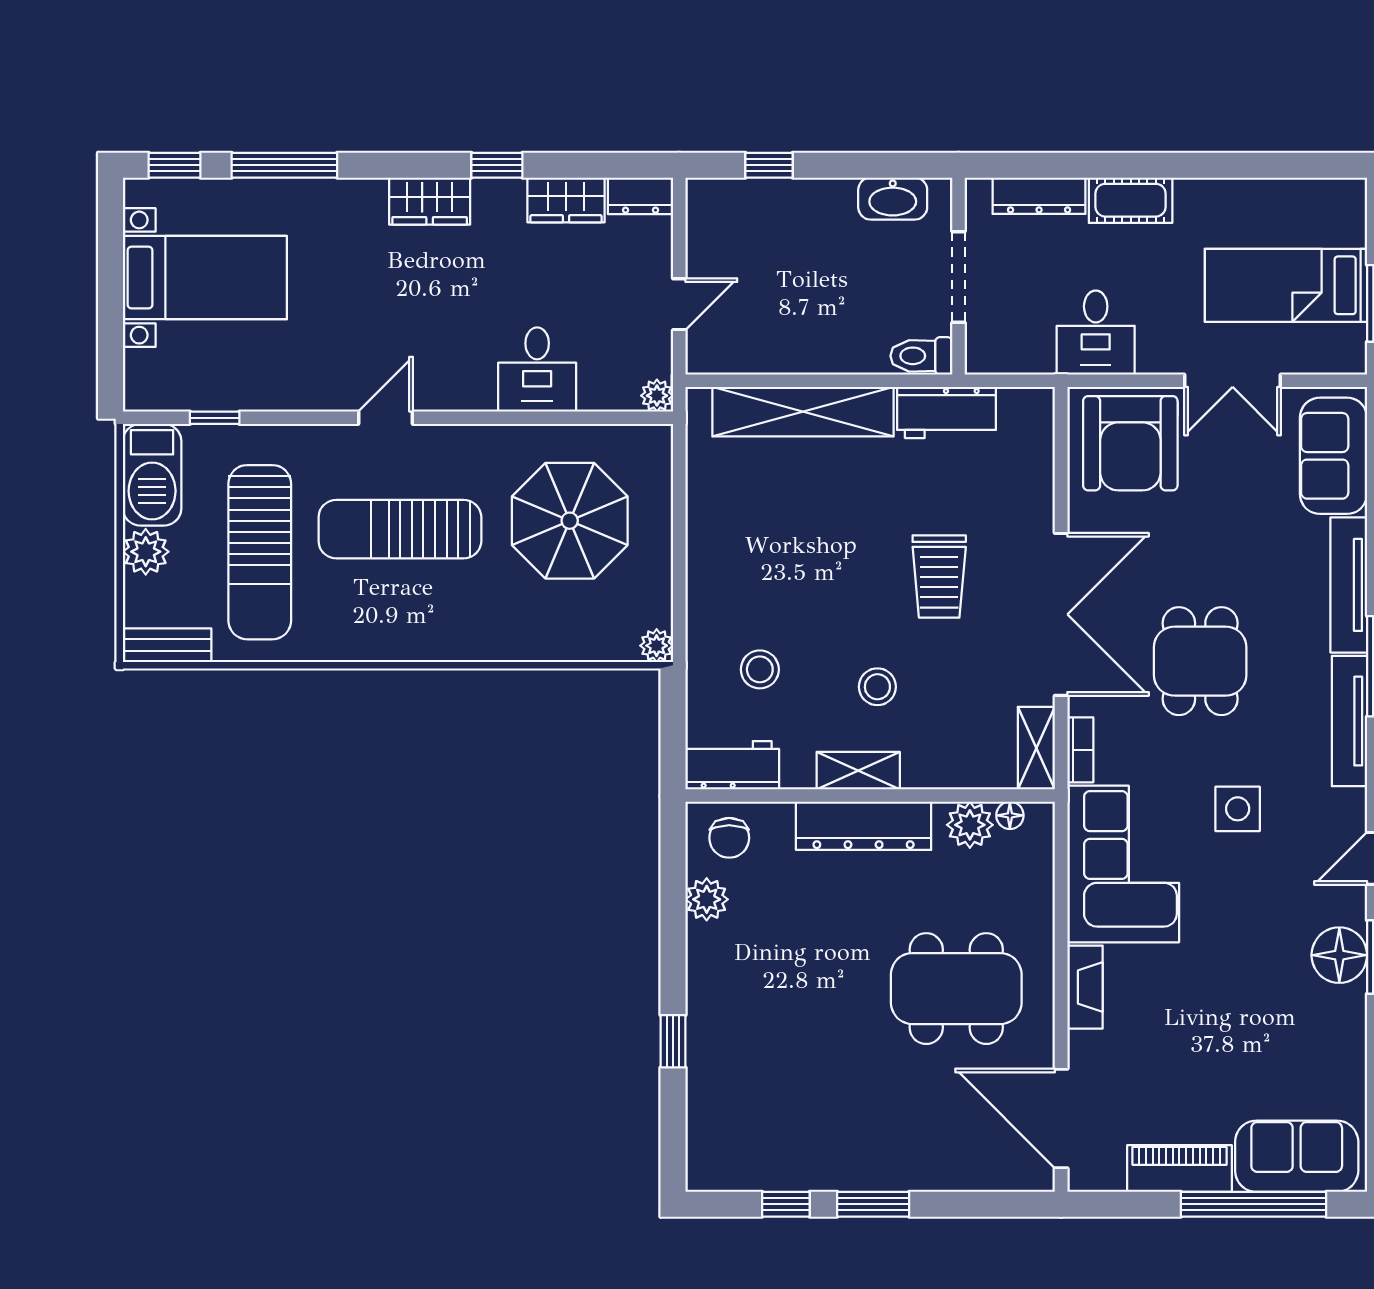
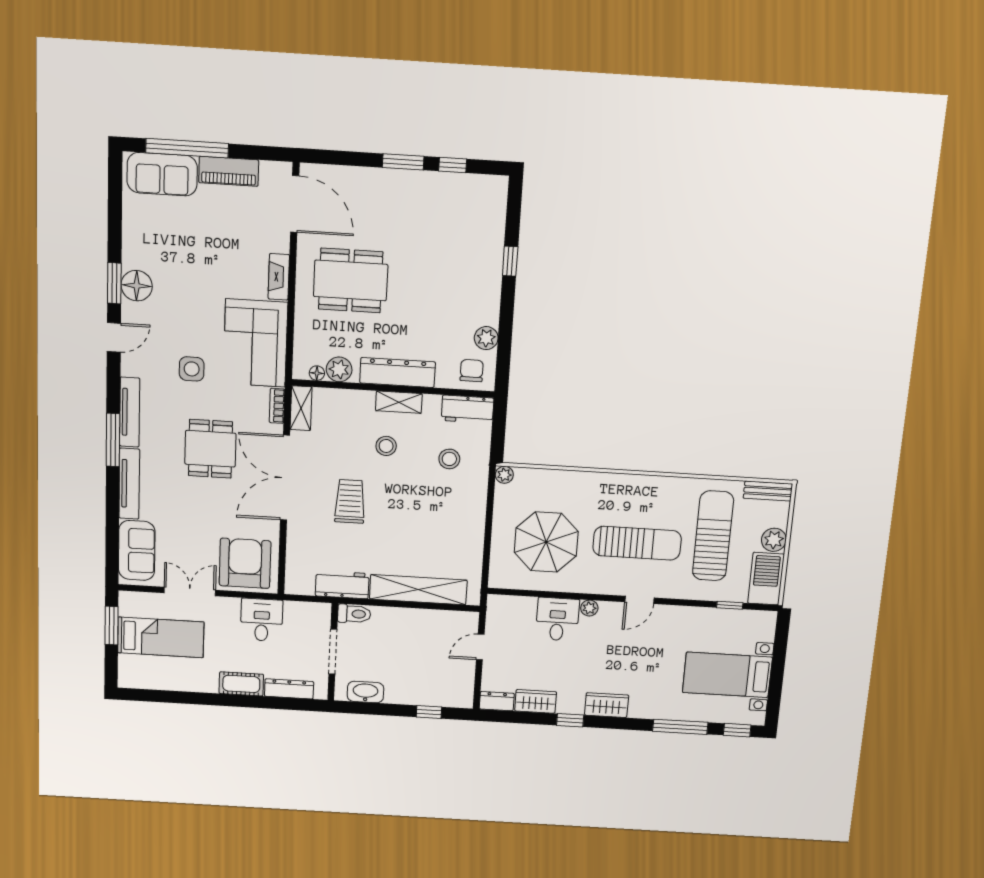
plant: (657, 396) -> (589, 608), moved

